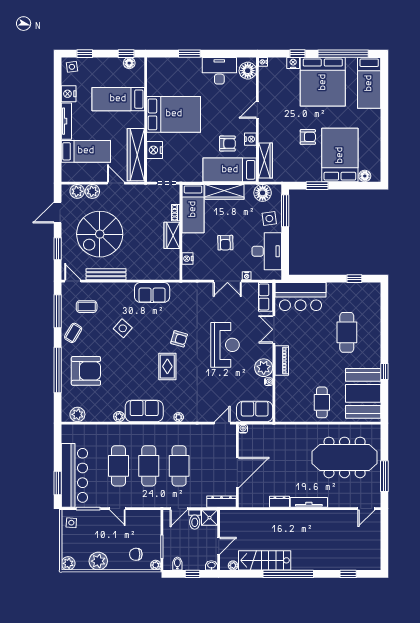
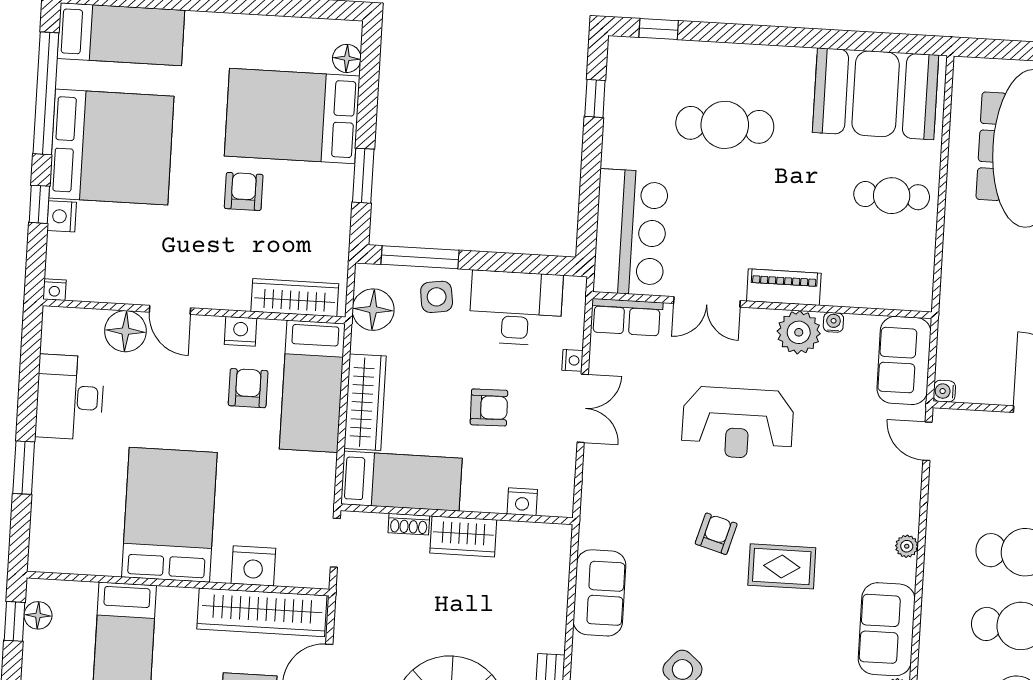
floor lamp: (248, 71) -> (125, 331), moved
reception desk: (225, 345) -> (738, 423), turned 180
window: (384, 371) -> (659, 29), moved

